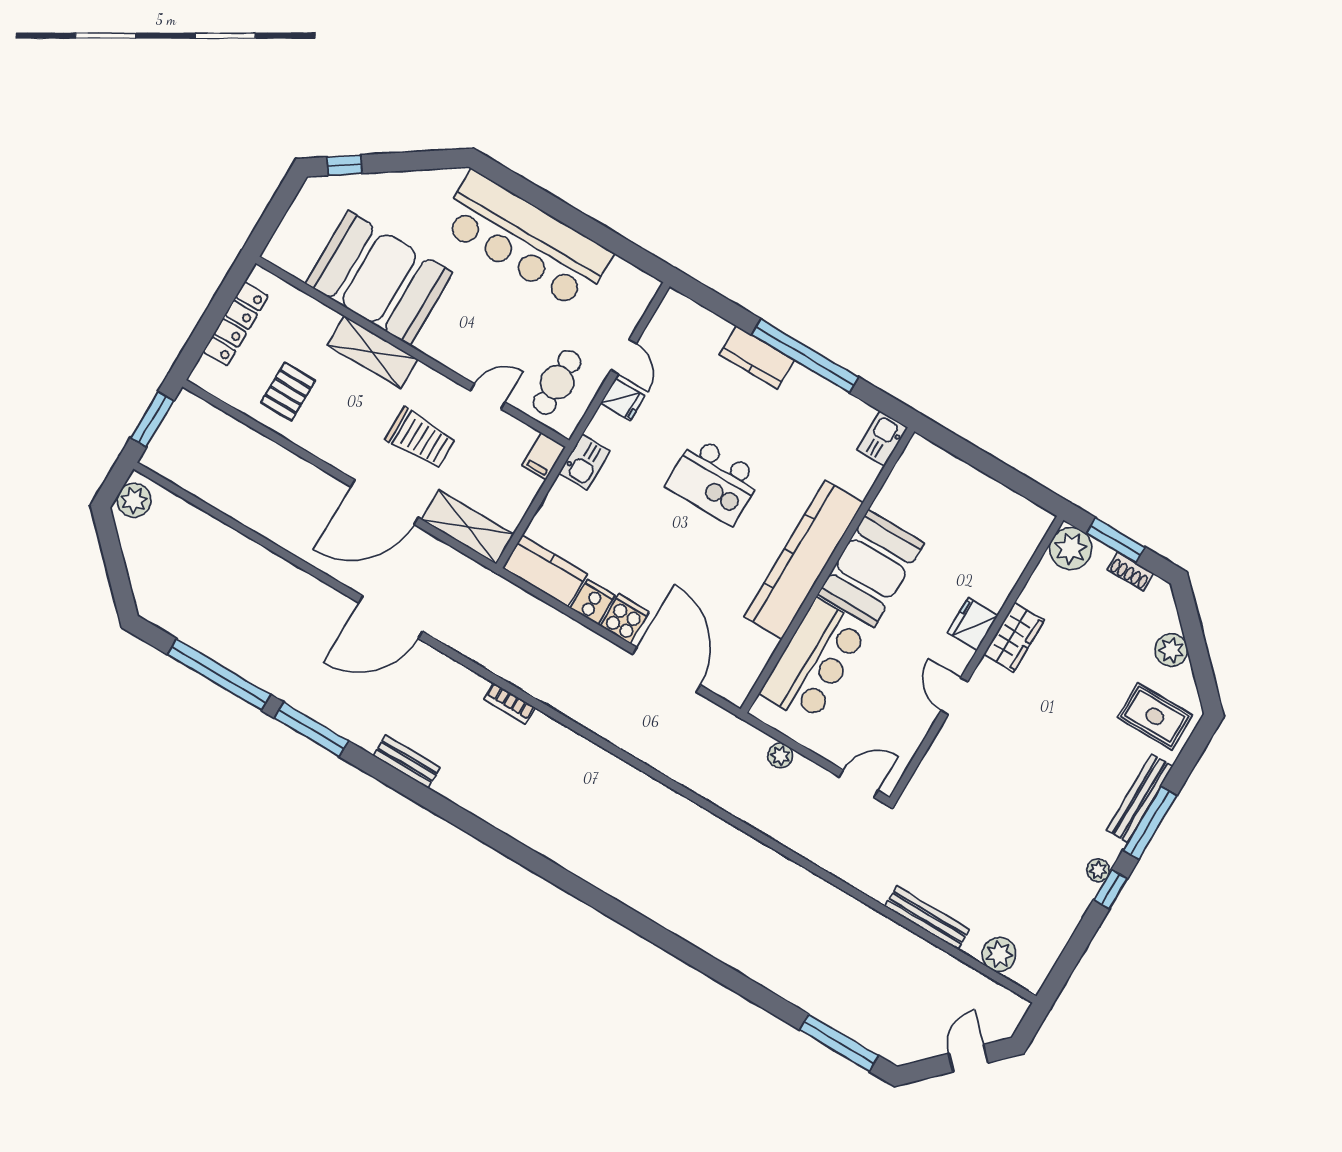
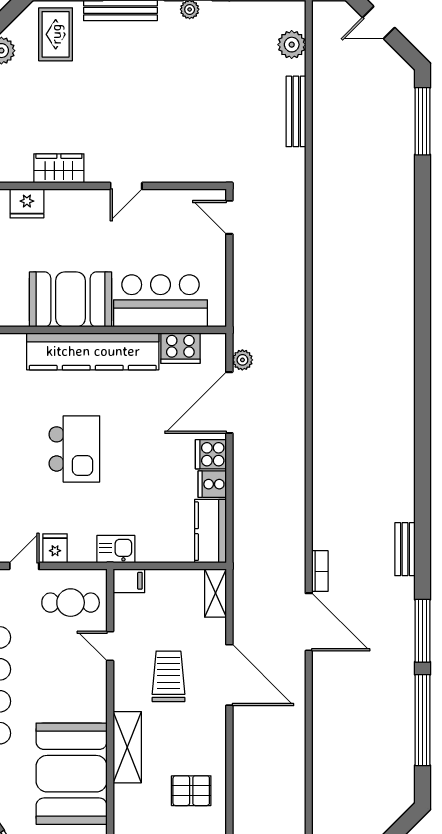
shelving: (468, 527) -> (215, 593), width x0.67, depth x0.75
fridge: (973, 624) -> (27, 203), moved
cooker: (753, 653) -> (180, 348), added
bookcase: (509, 703) -> (320, 571), moved
plant: (780, 756) -> (242, 360), moved

